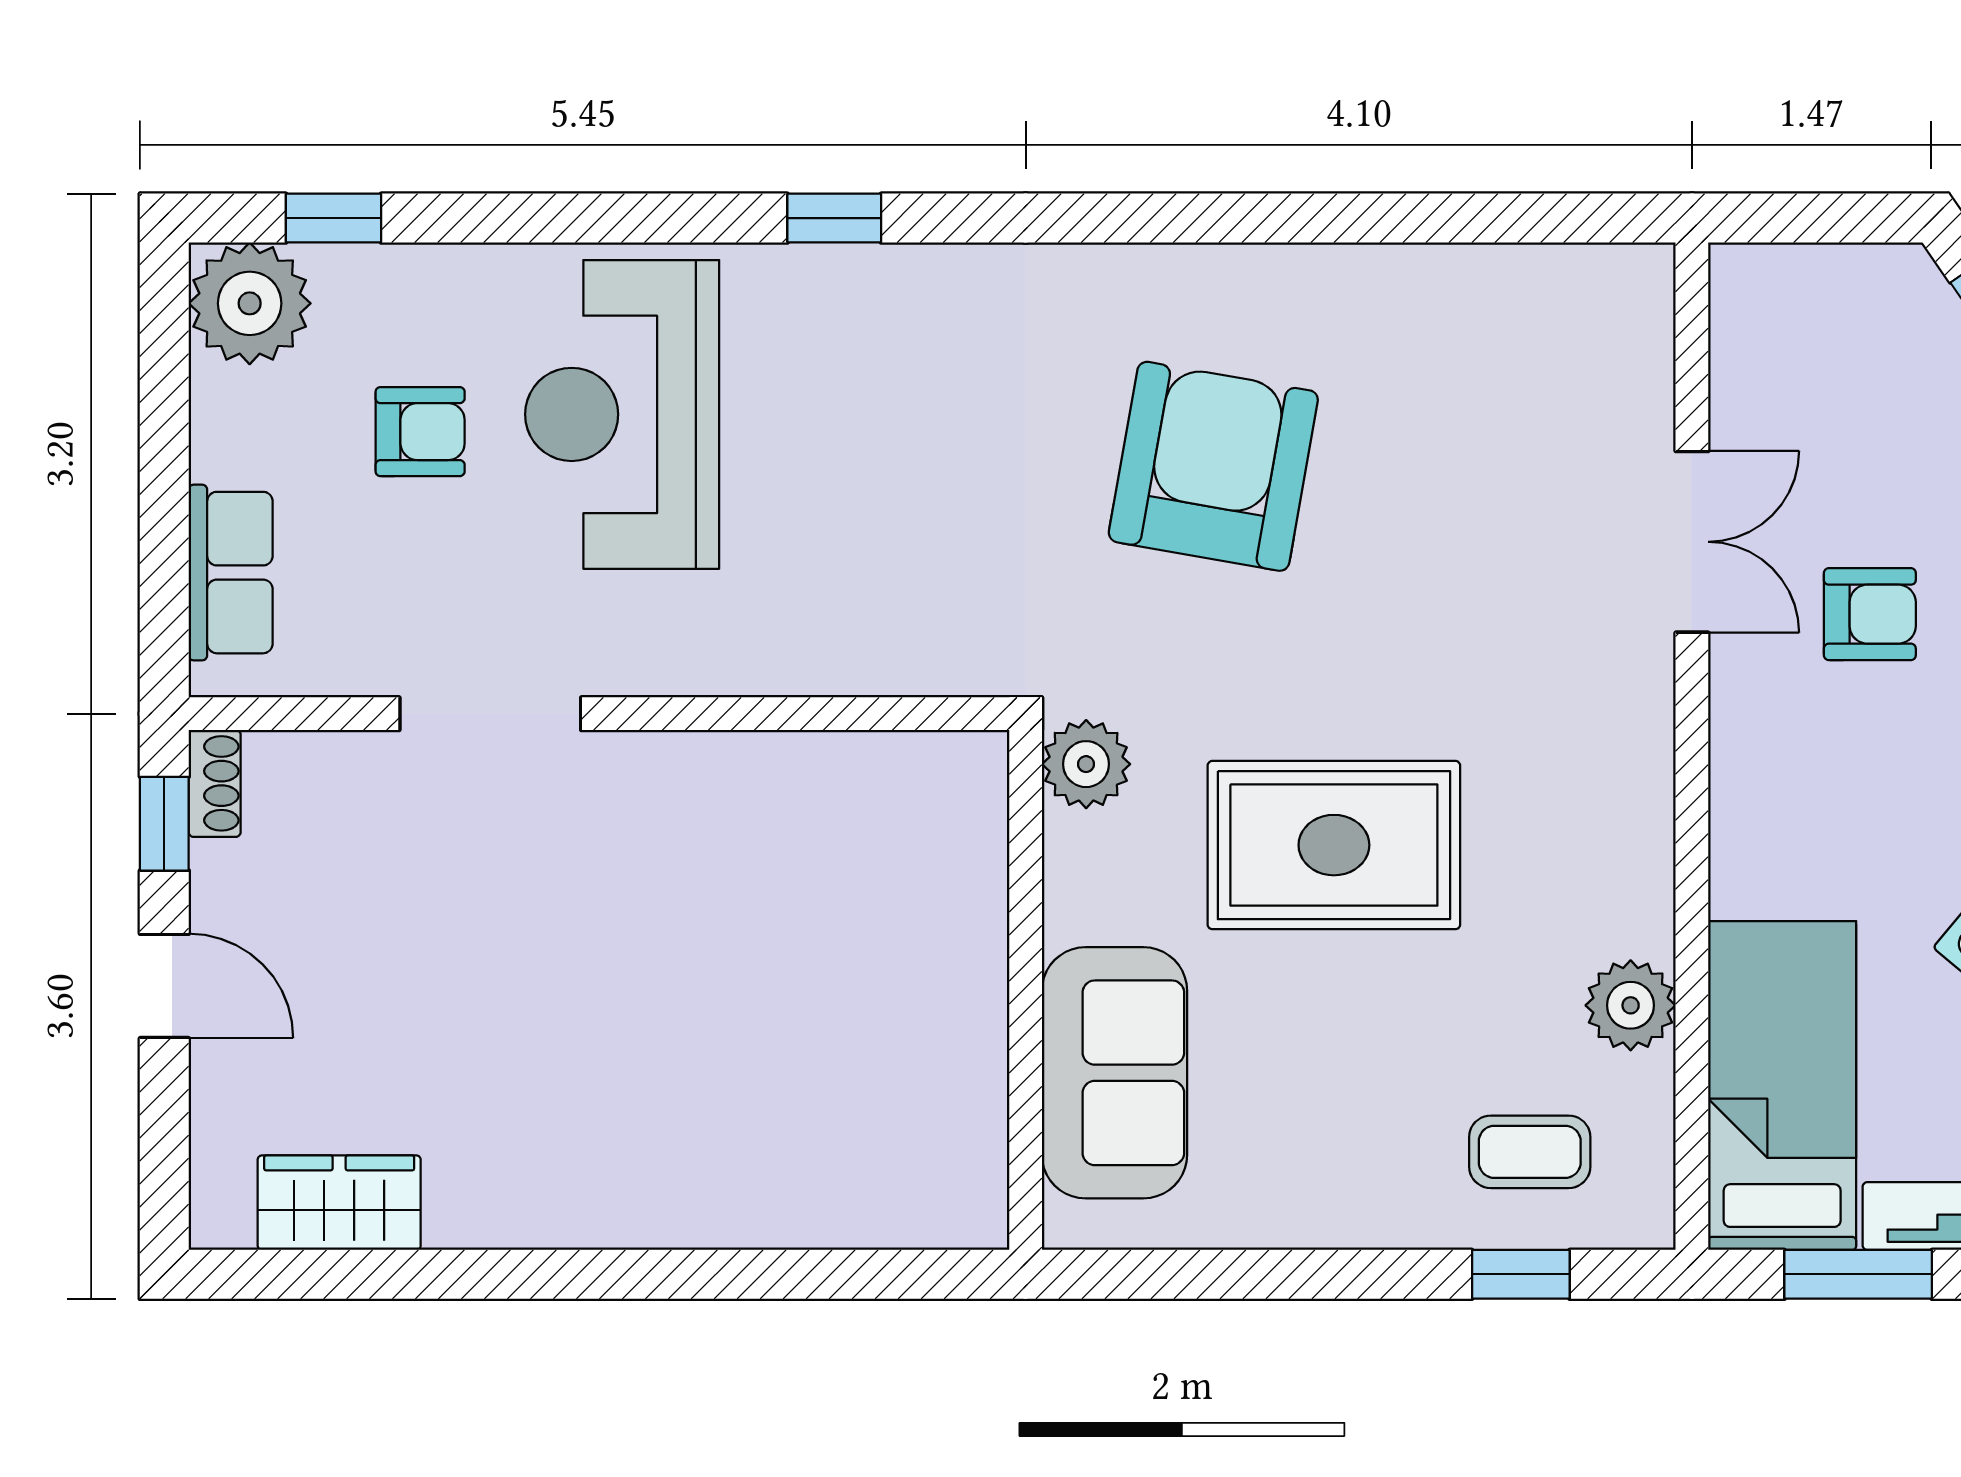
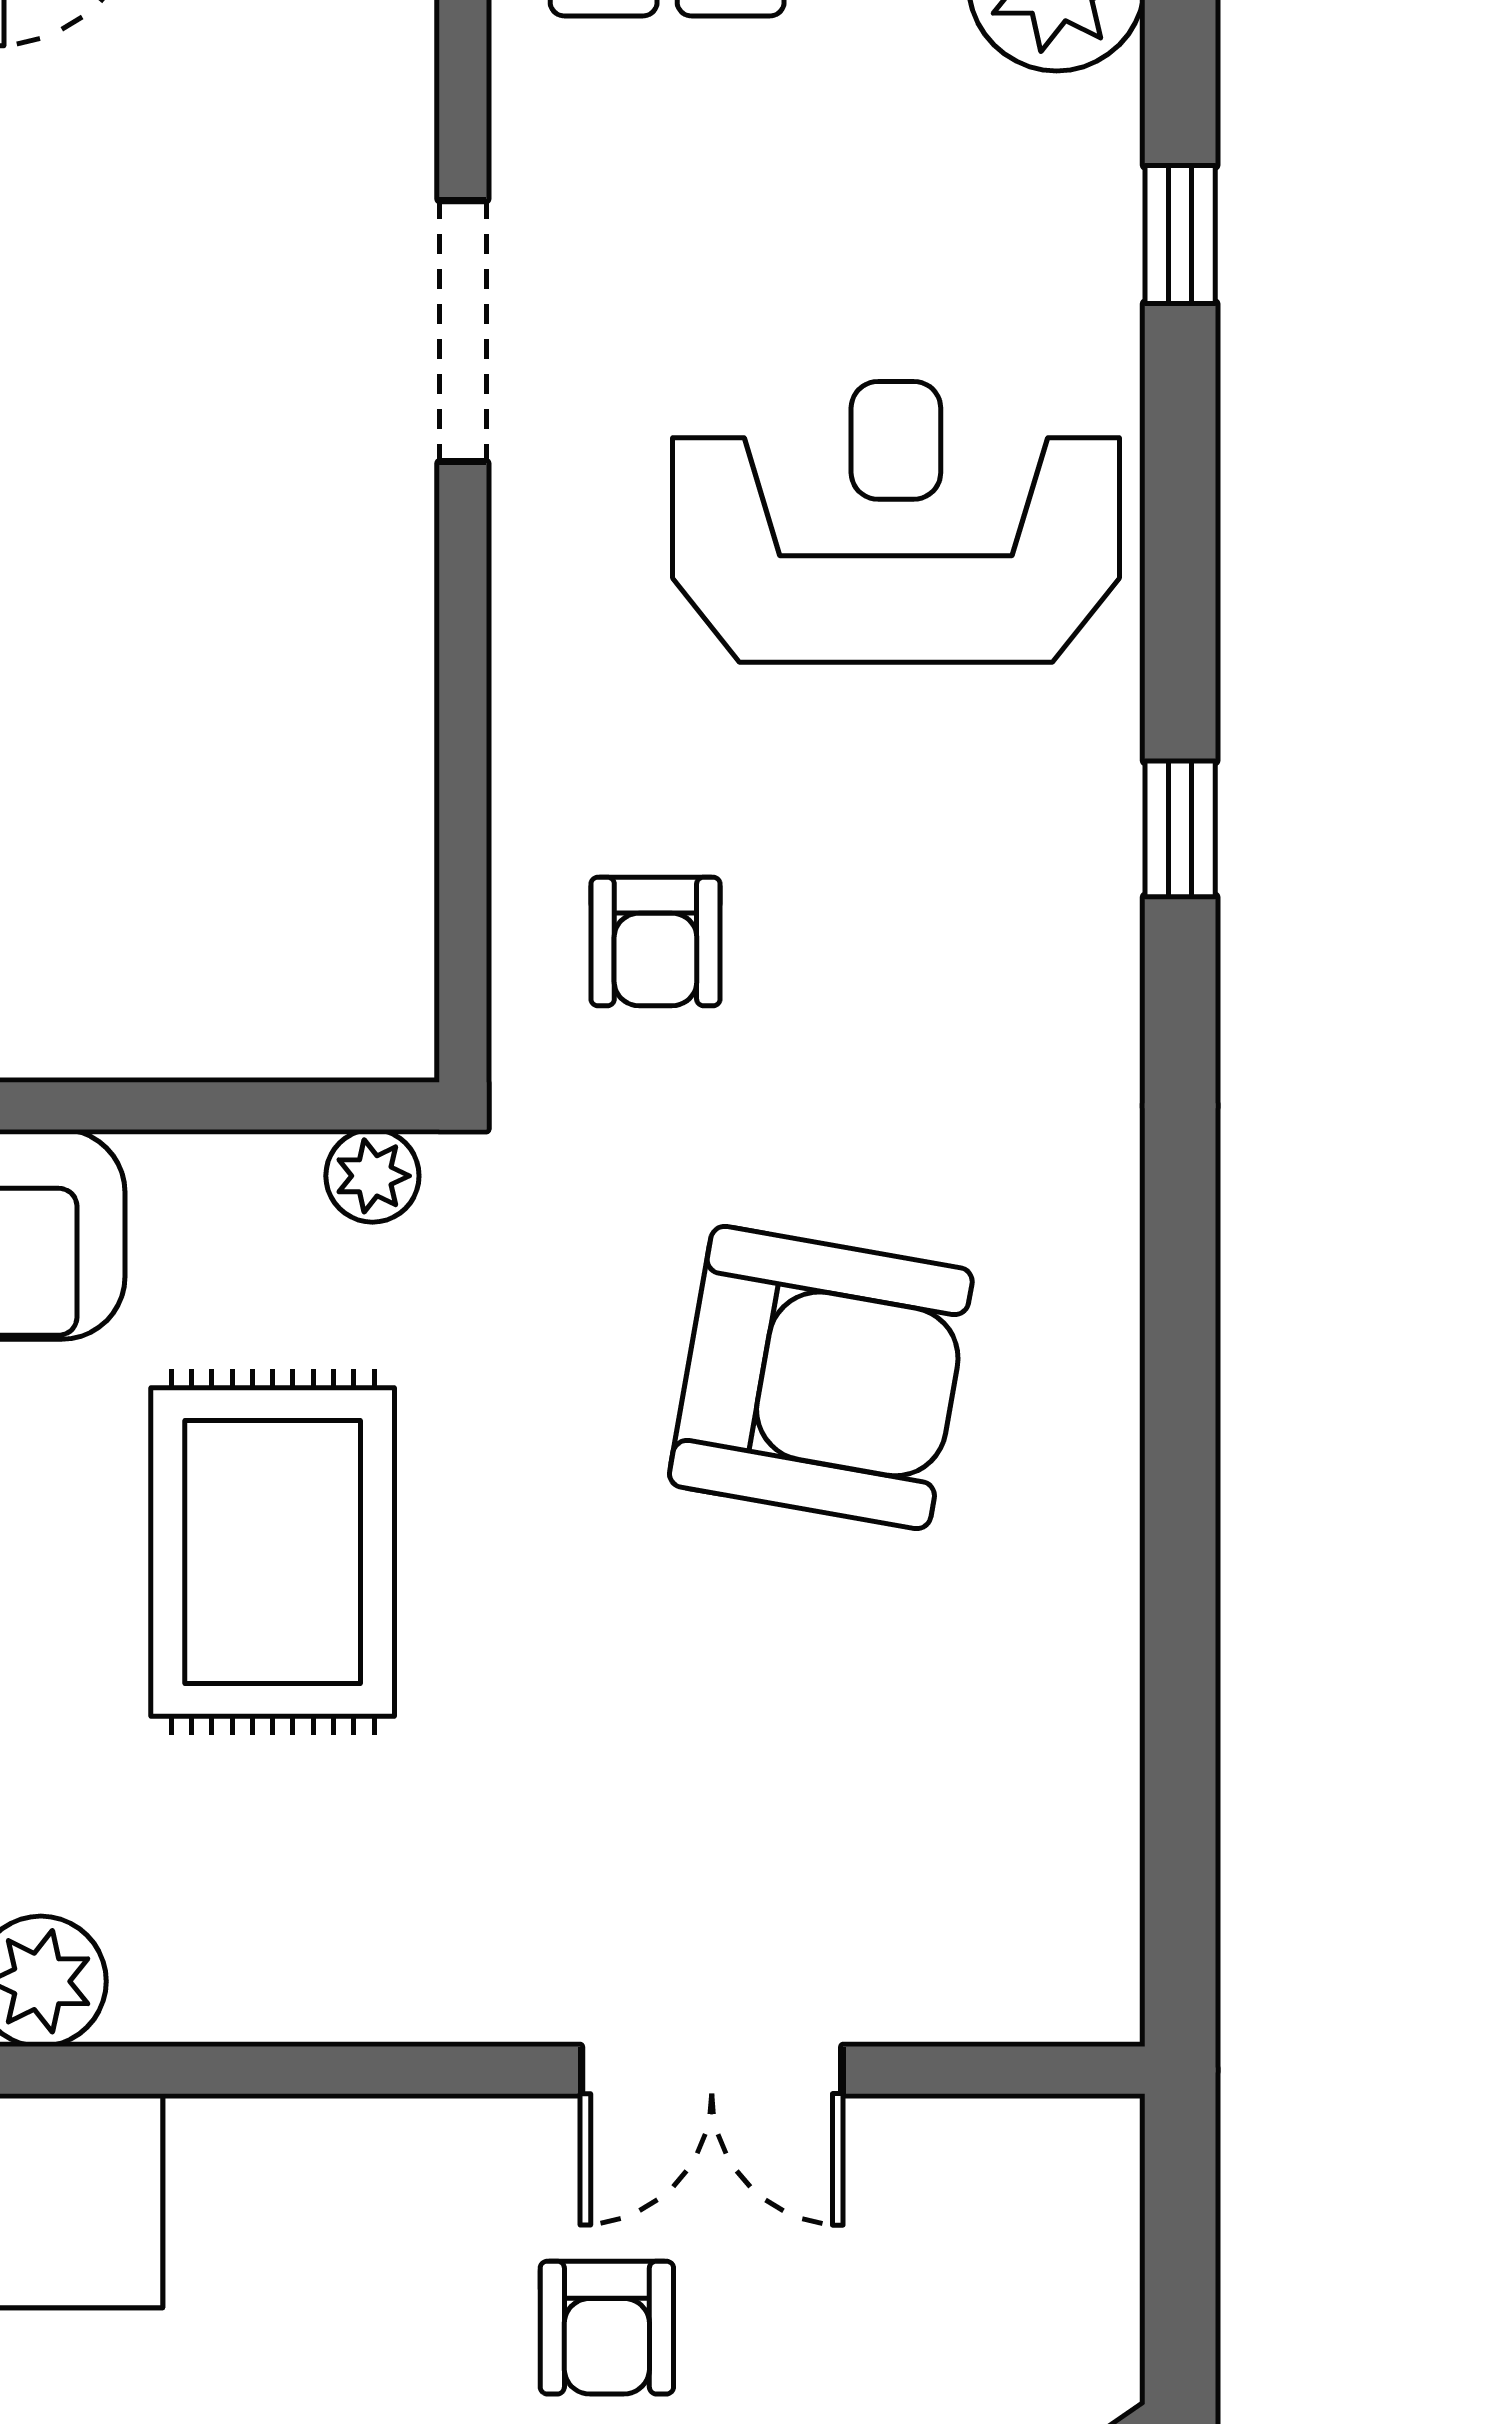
window: (334, 218) -> (1180, 235), moved
armchair: (420, 432) -> (655, 941), moved
plant: (1086, 764) -> (372, 1176), width x0.73, depth x0.73

